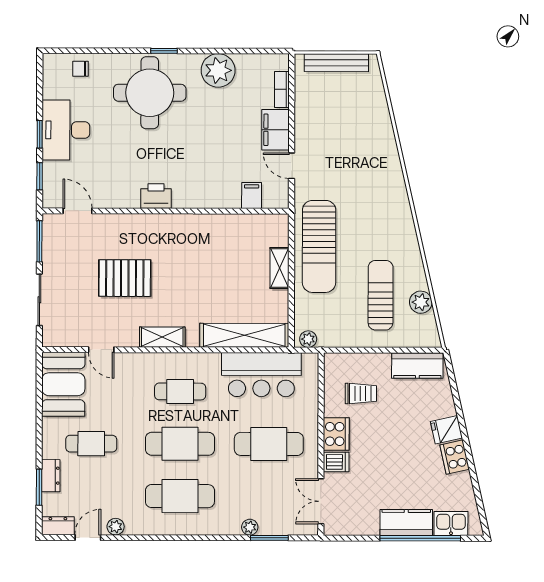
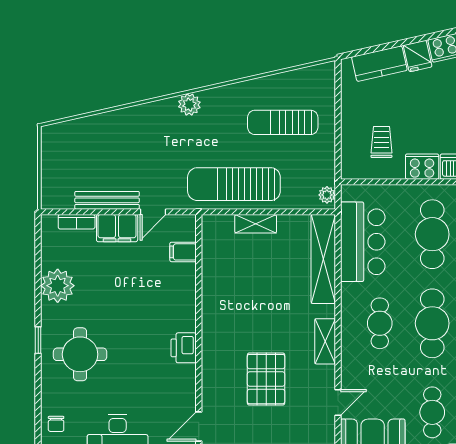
bench: (336, 63) -> (107, 200), moved, turned 90
round table: (150, 93) -> (80, 354), width x0.73, depth x0.73
sun lounger: (319, 246) -> (234, 184), turned 180
plant: (421, 302) -> (189, 105), moved
kitchen counter: (417, 366) -> (379, 64), moved, turned 77

